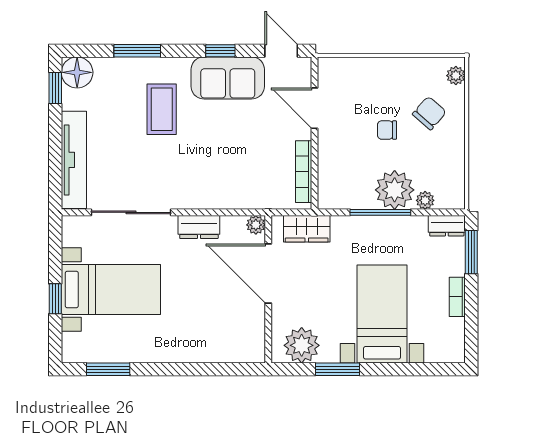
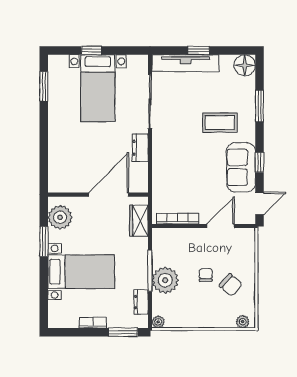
window: (55, 88) -> (199, 51), moved
chair: (429, 113) -> (231, 285), moved
plant: (425, 200) -> (158, 322), moved
plant: (256, 225) -> (142, 186), removed
dresser: (447, 226) -> (141, 302), moved

